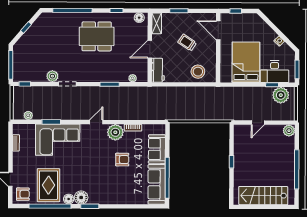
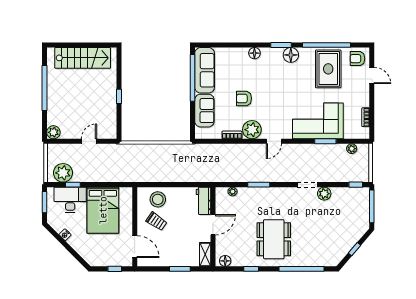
dining table: (97, 36) -> (274, 239), turned 90
trolley: (187, 43) -> (156, 221), moved
floor lamp: (69, 199) -> (254, 53), moved

